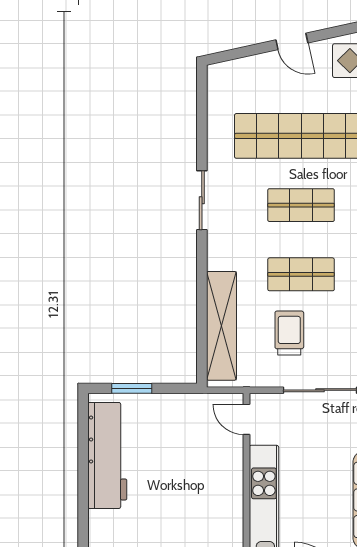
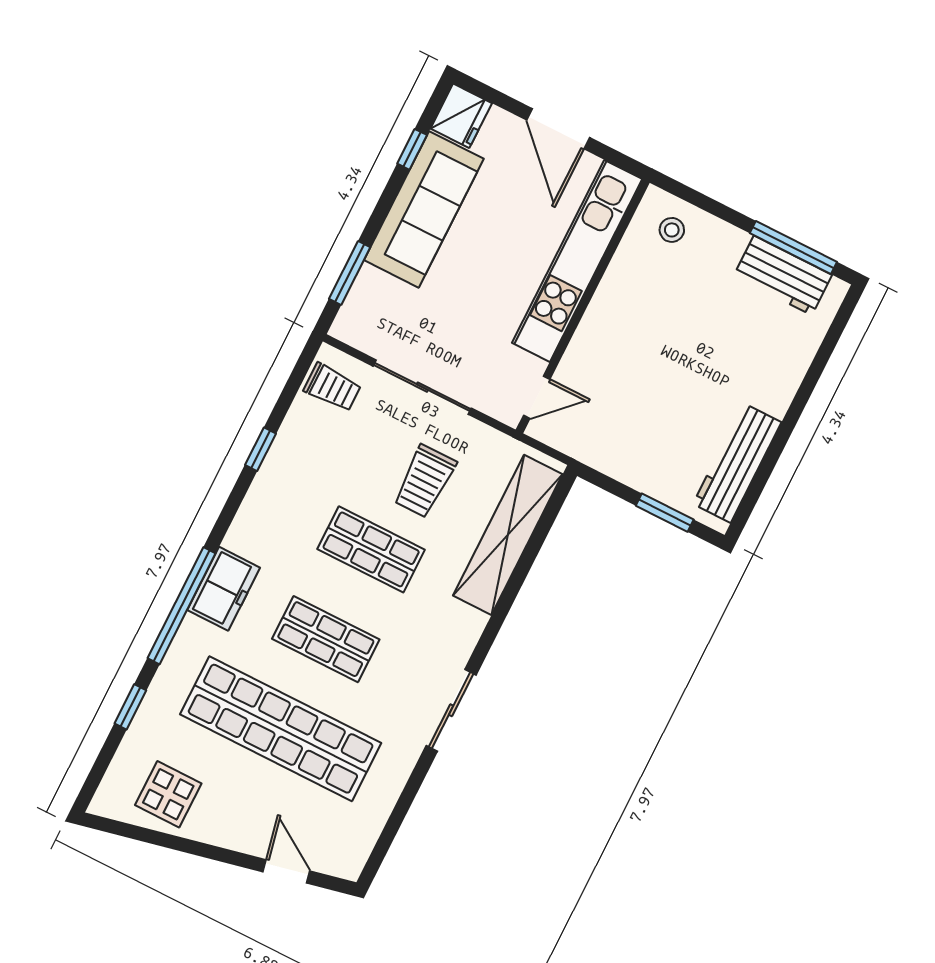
door: (292, 41) -> (286, 871), moved
door: (246, 419) -> (537, 397), hinge flipped
workbench: (107, 455) -> (737, 463), width x0.73, depth x0.76

